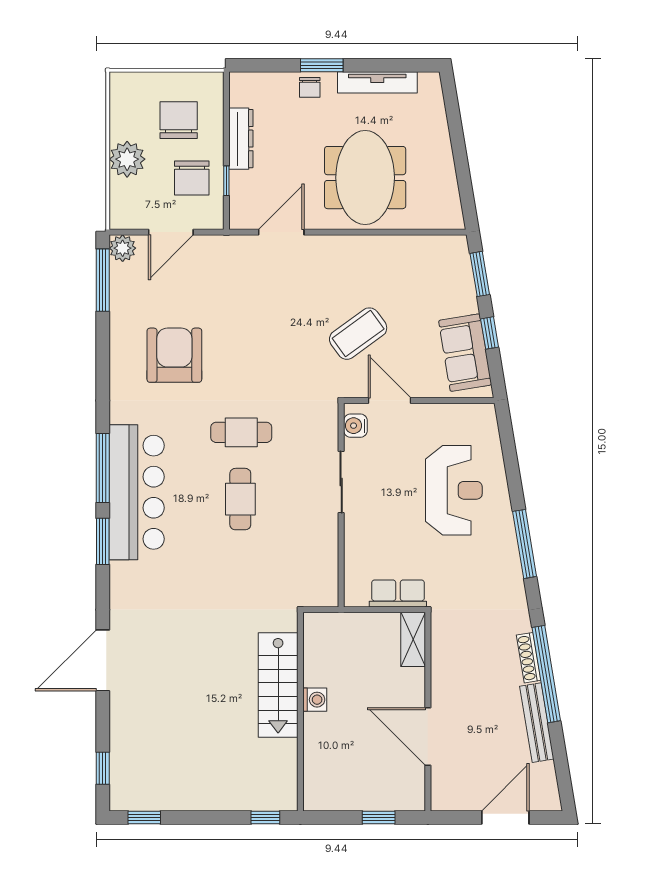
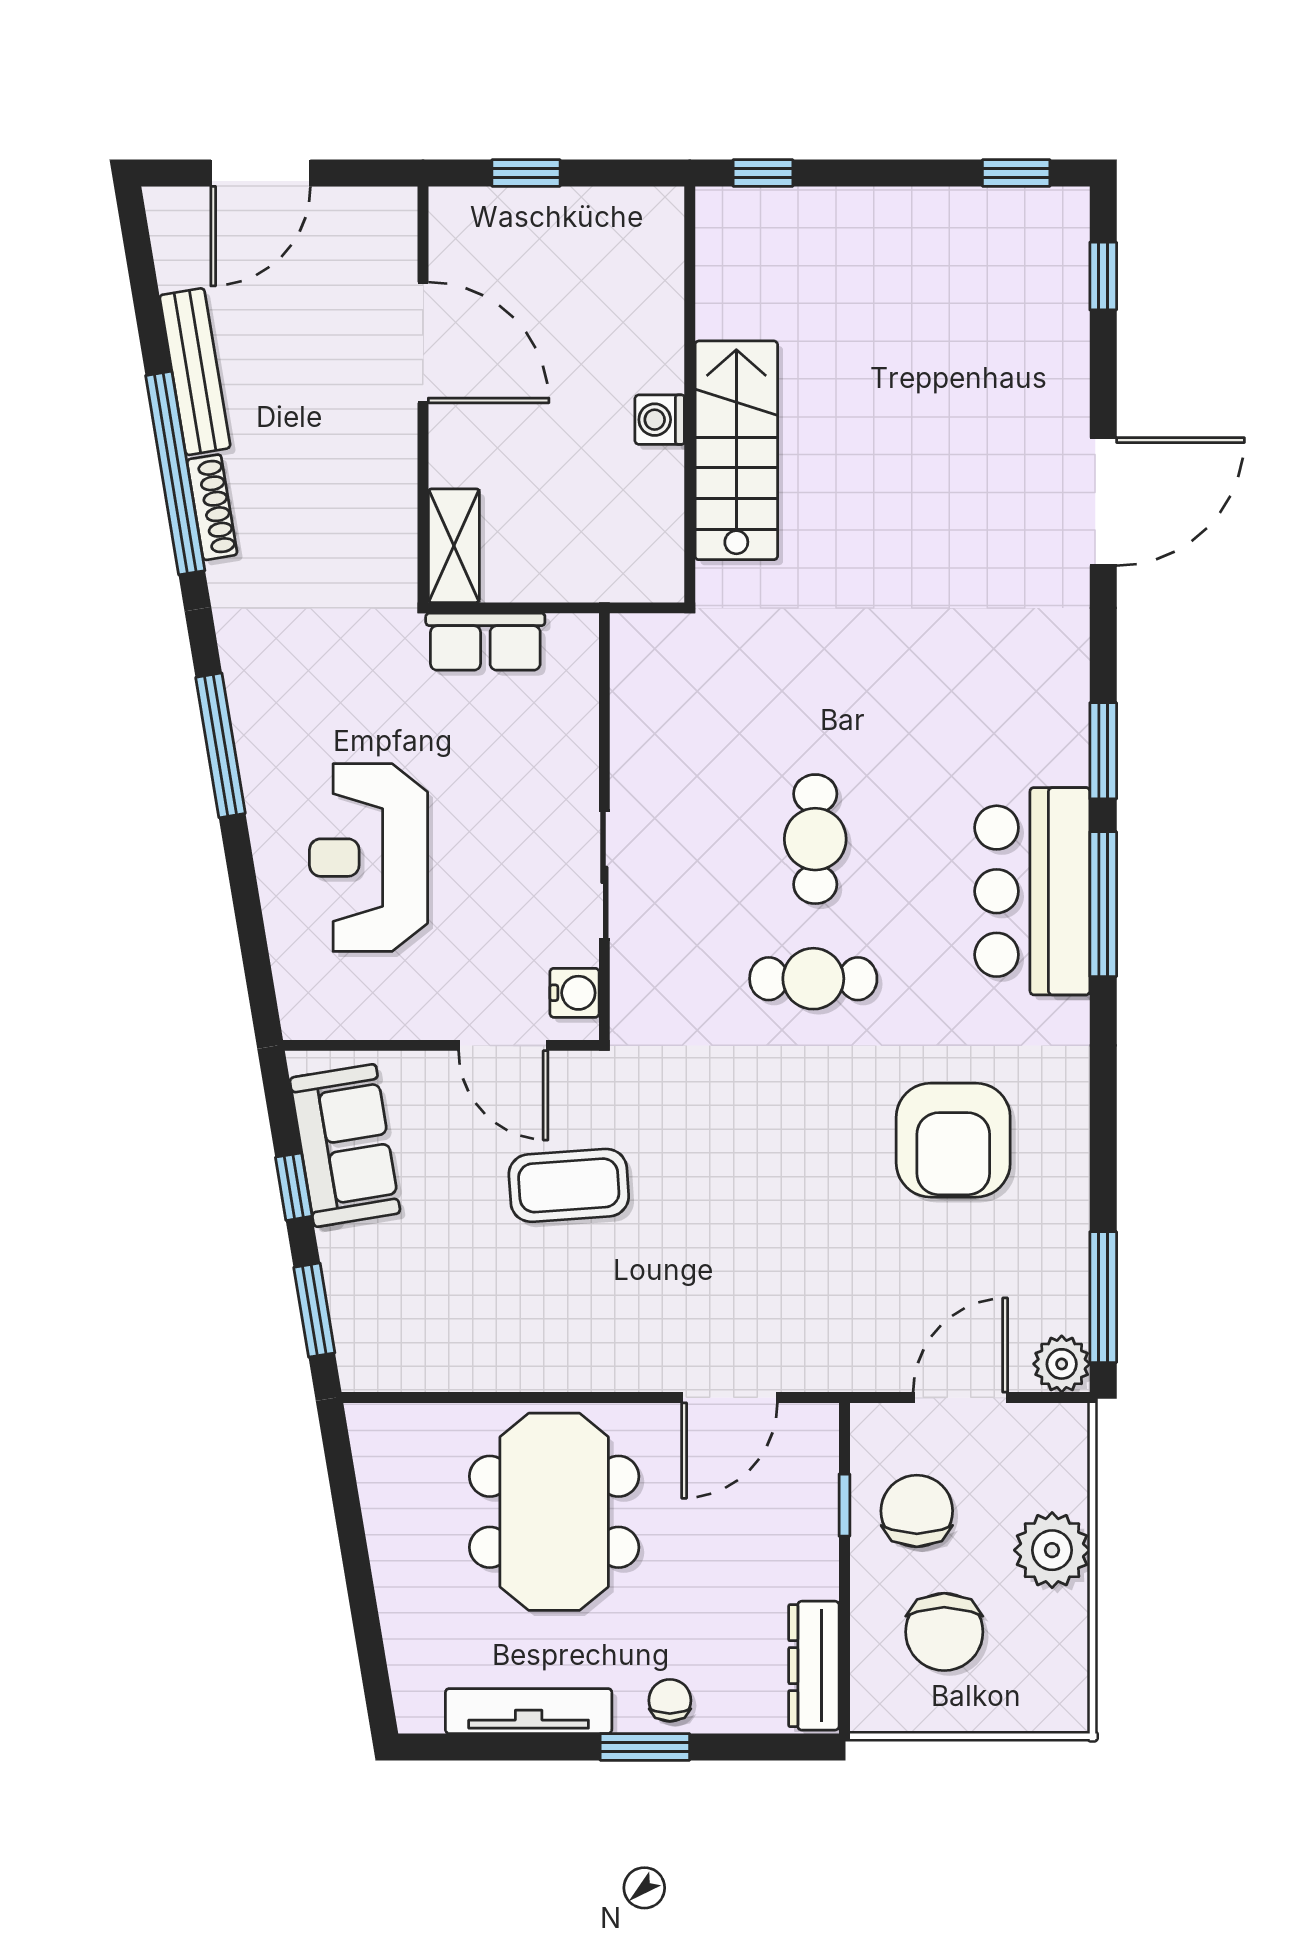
dresser: (241, 139) -> (814, 1666), moved
coffee table: (358, 334) -> (569, 1185), turned 32
bar counter: (137, 492) -> (1032, 891), width x0.73

